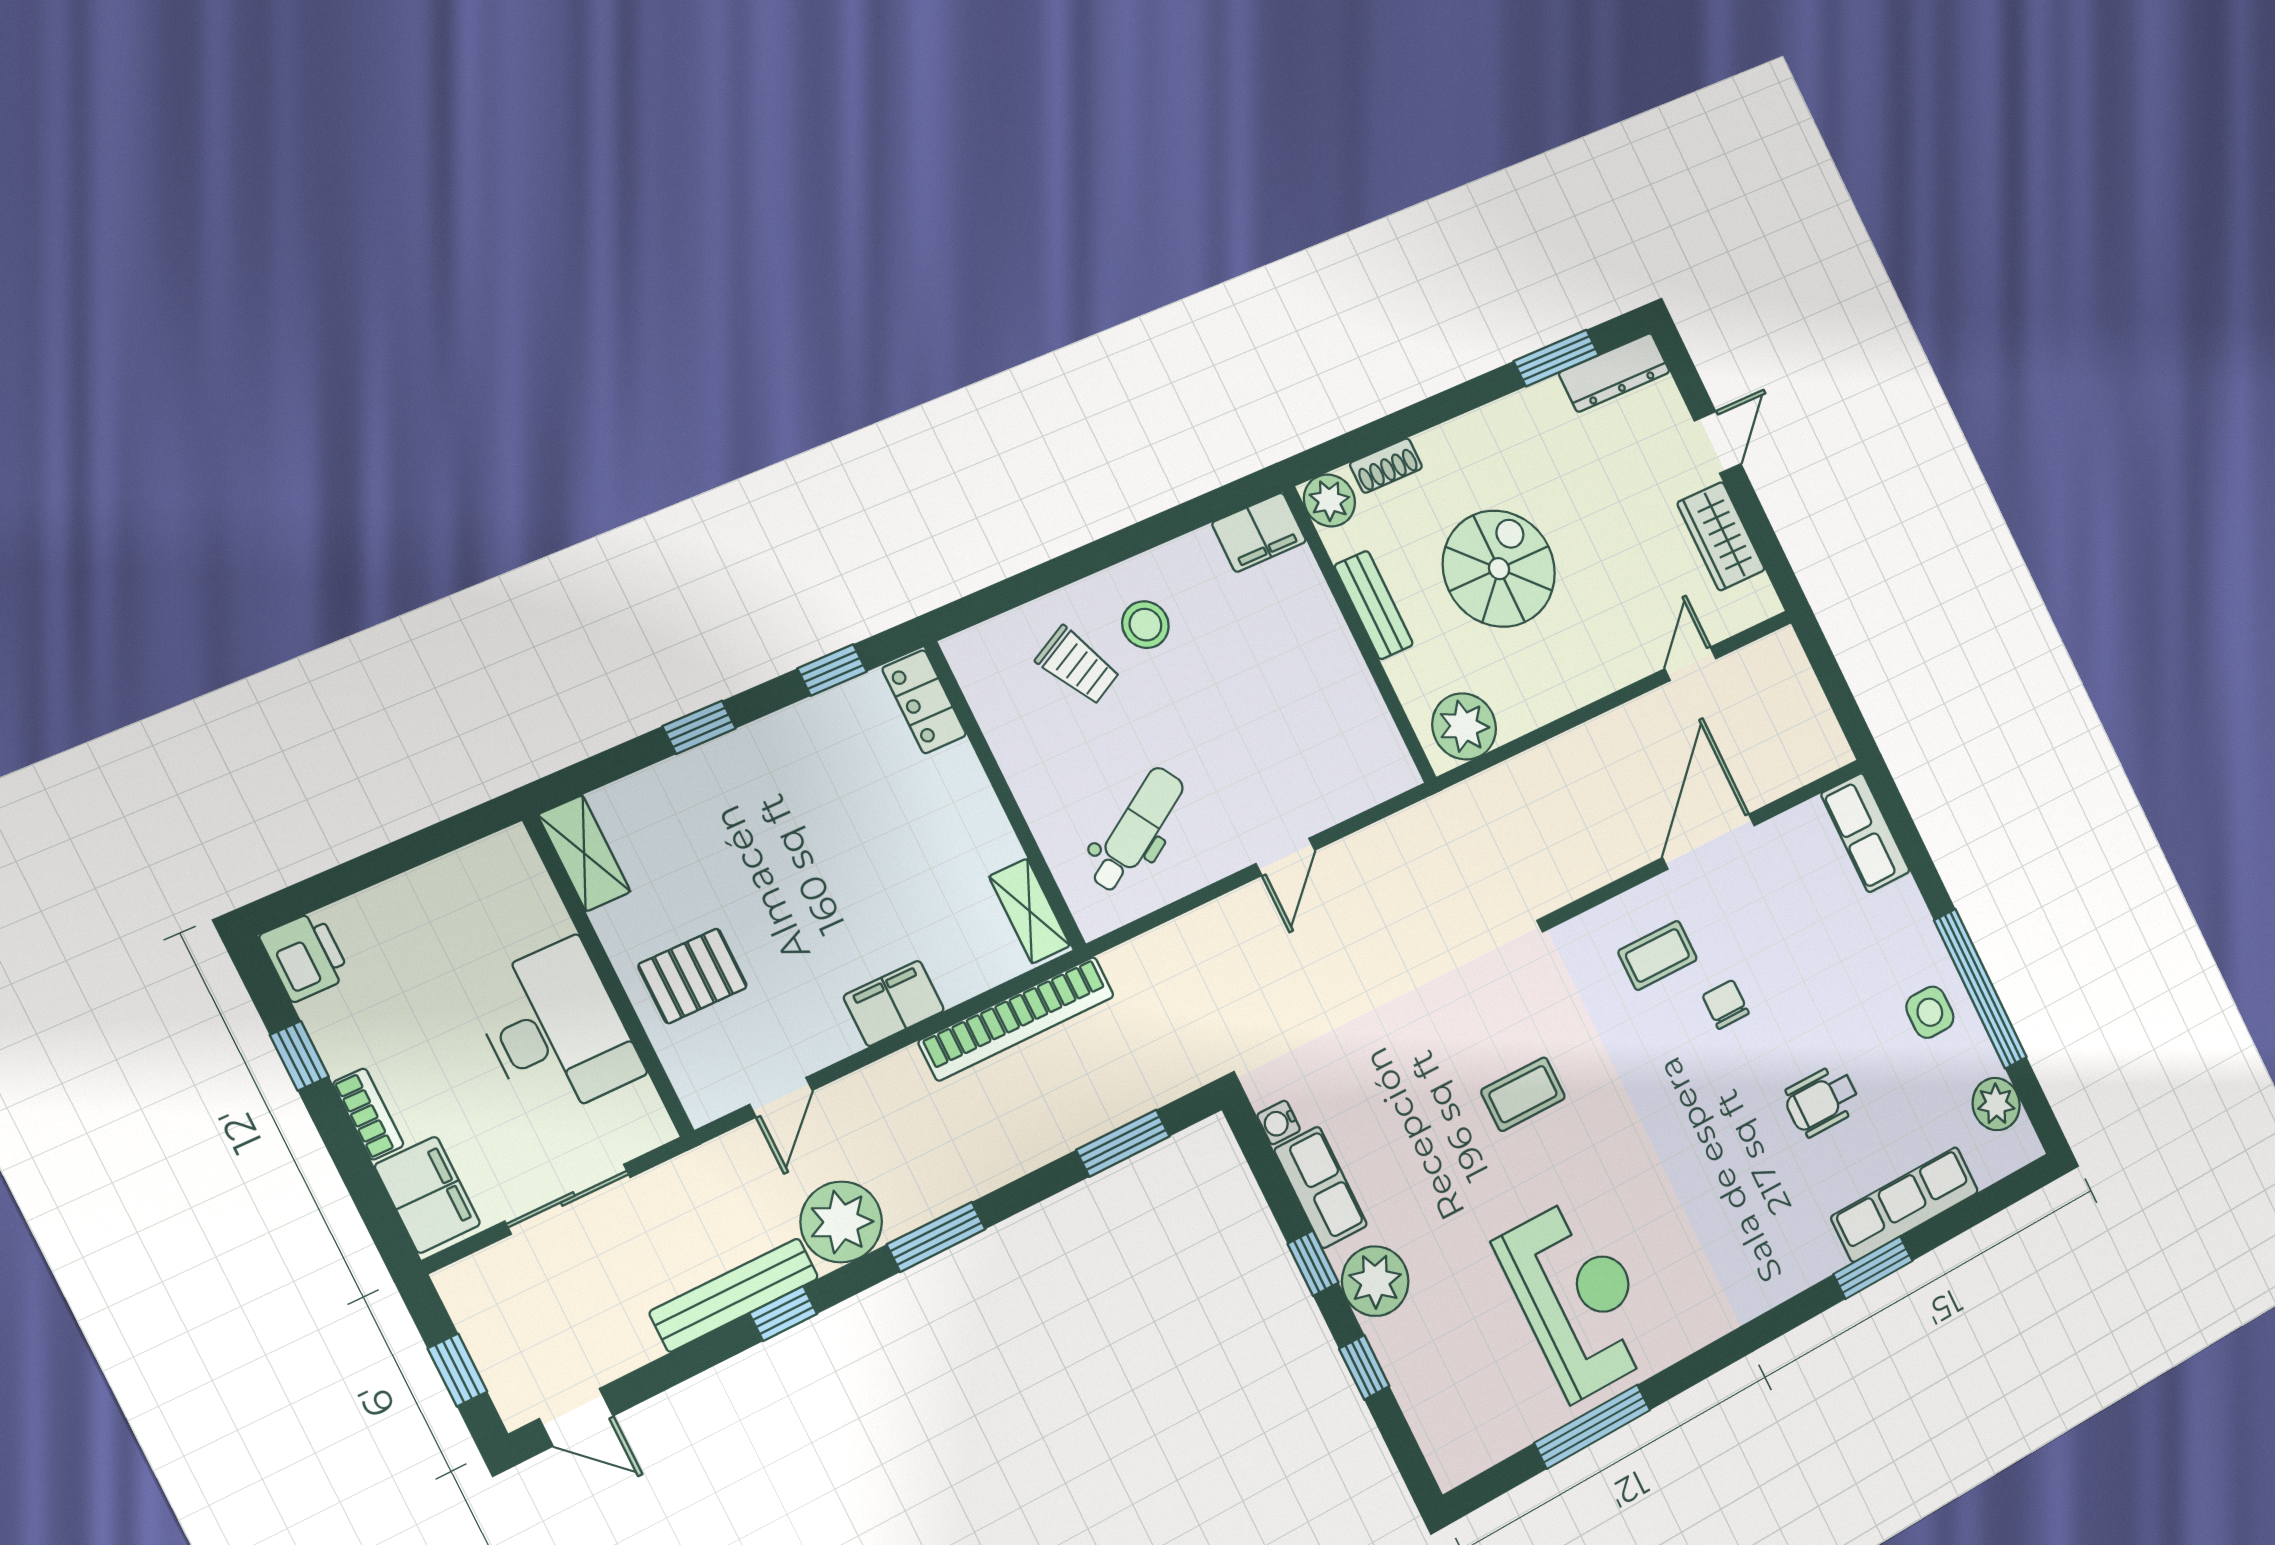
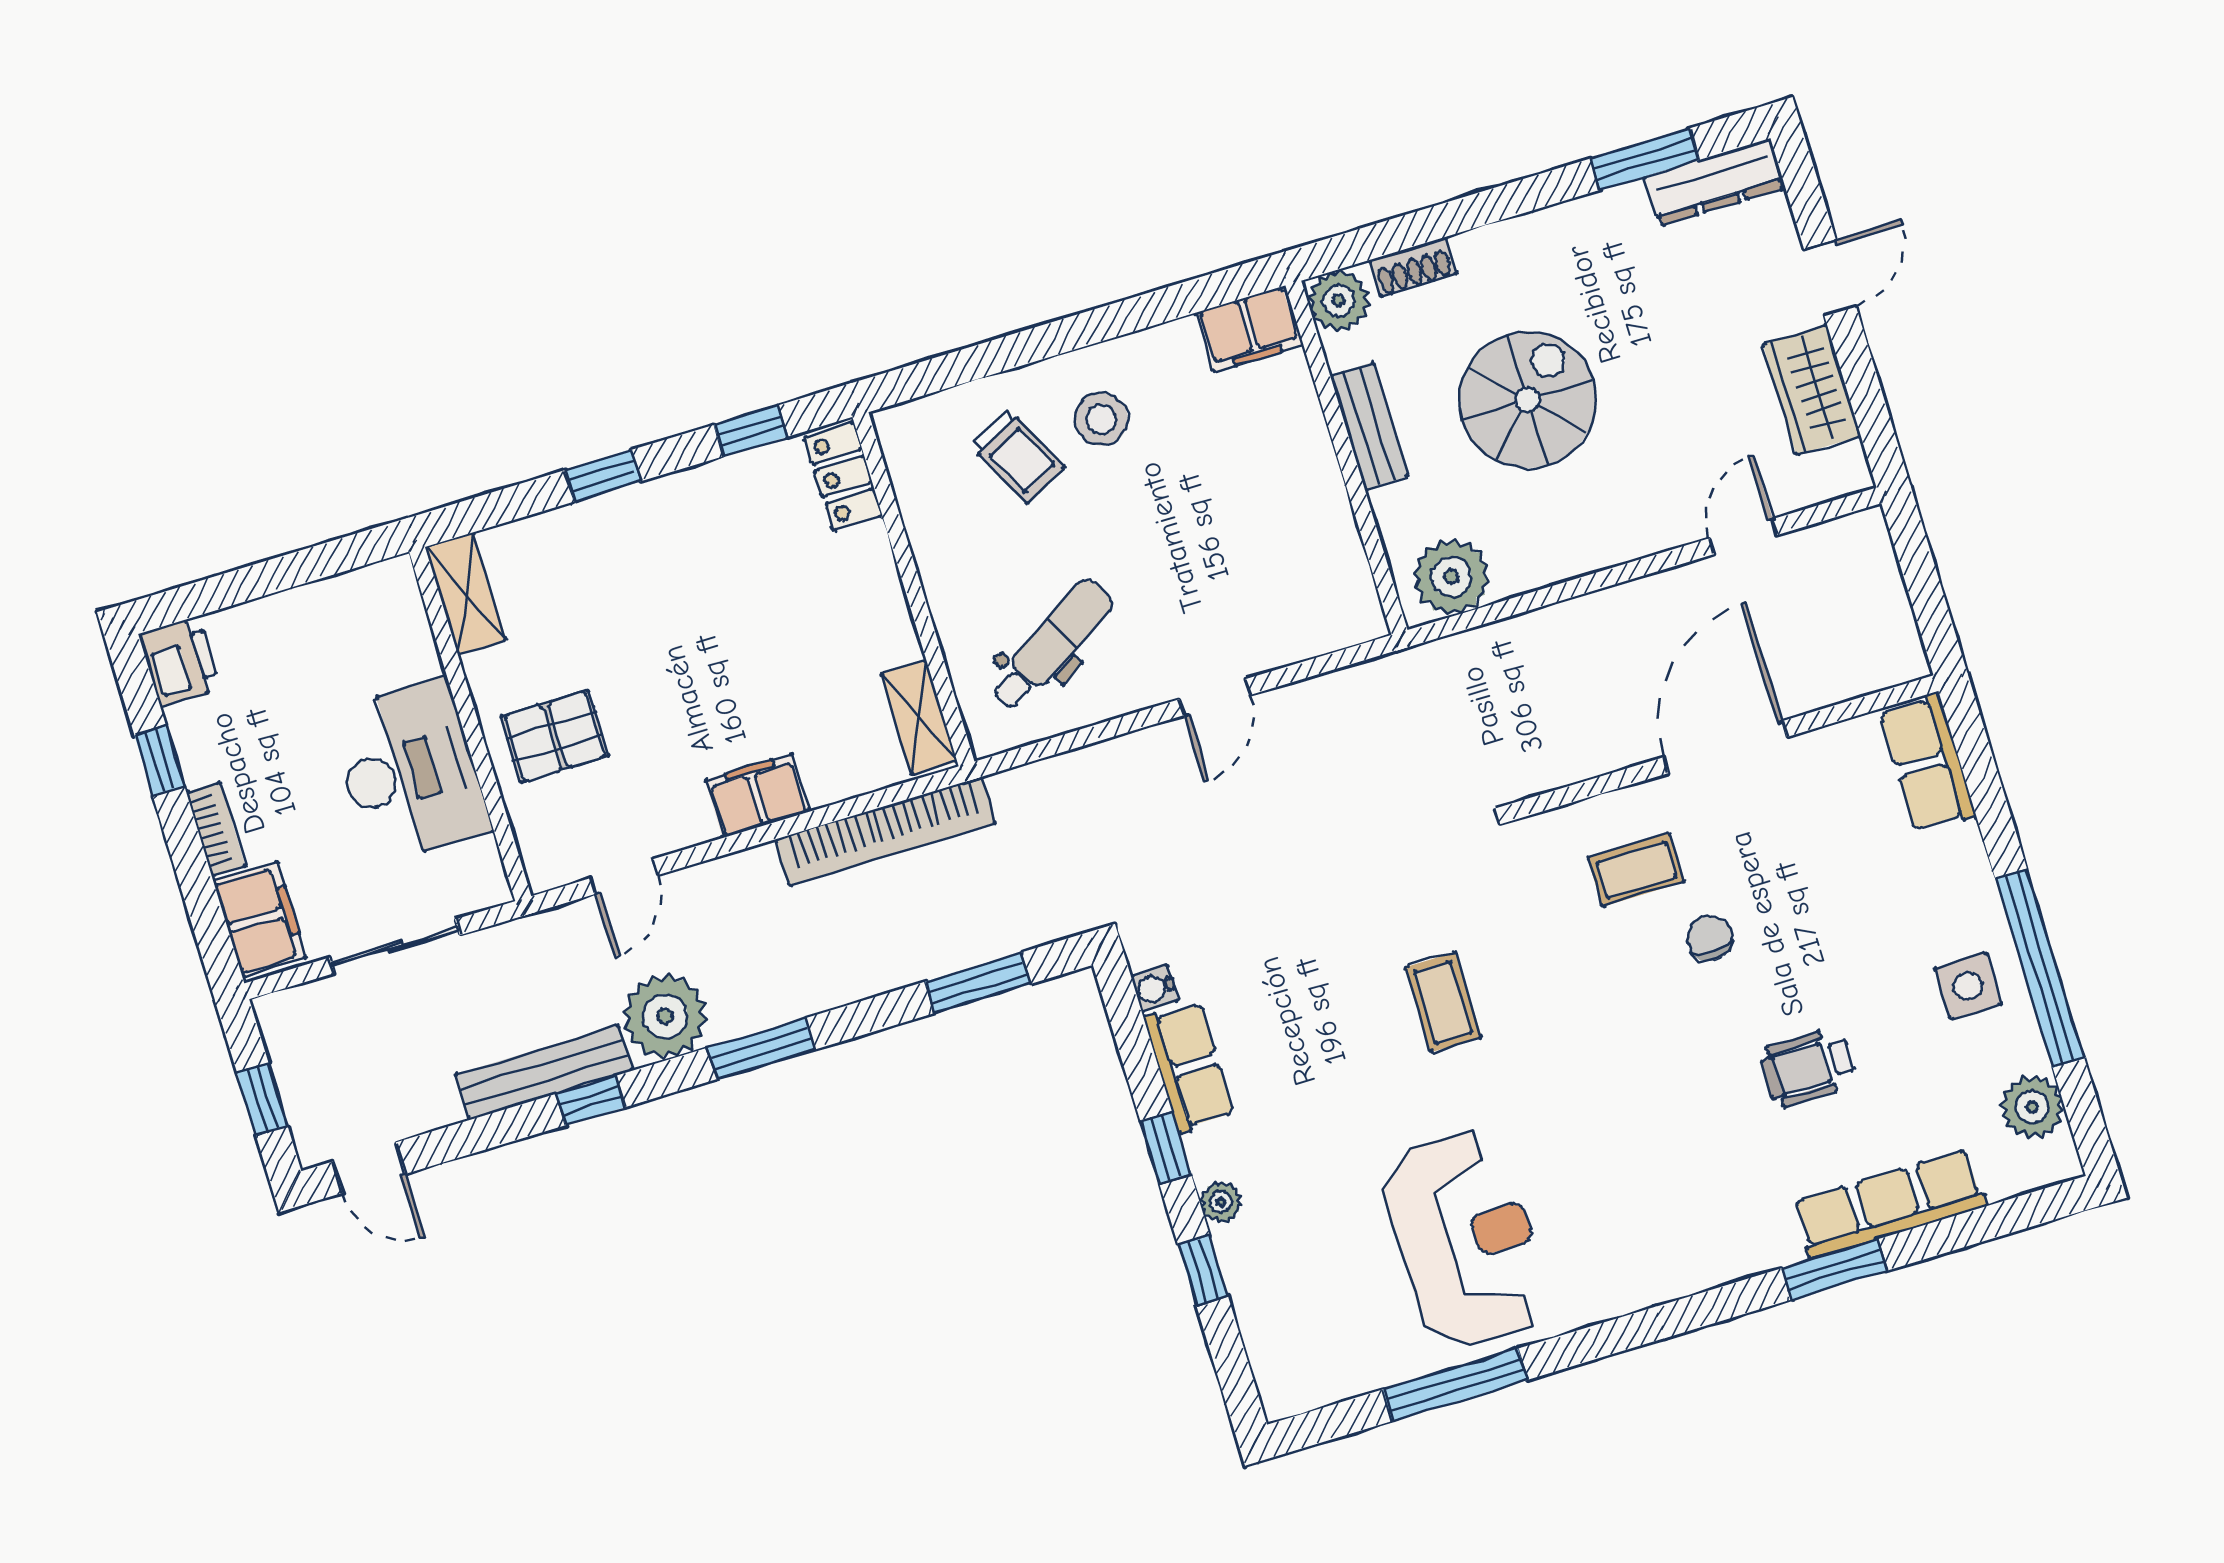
coffee table: (1523, 1094) -> (1443, 1002), turned 90
plant: (1375, 1281) -> (1221, 1202), width x0.53, depth x0.53

